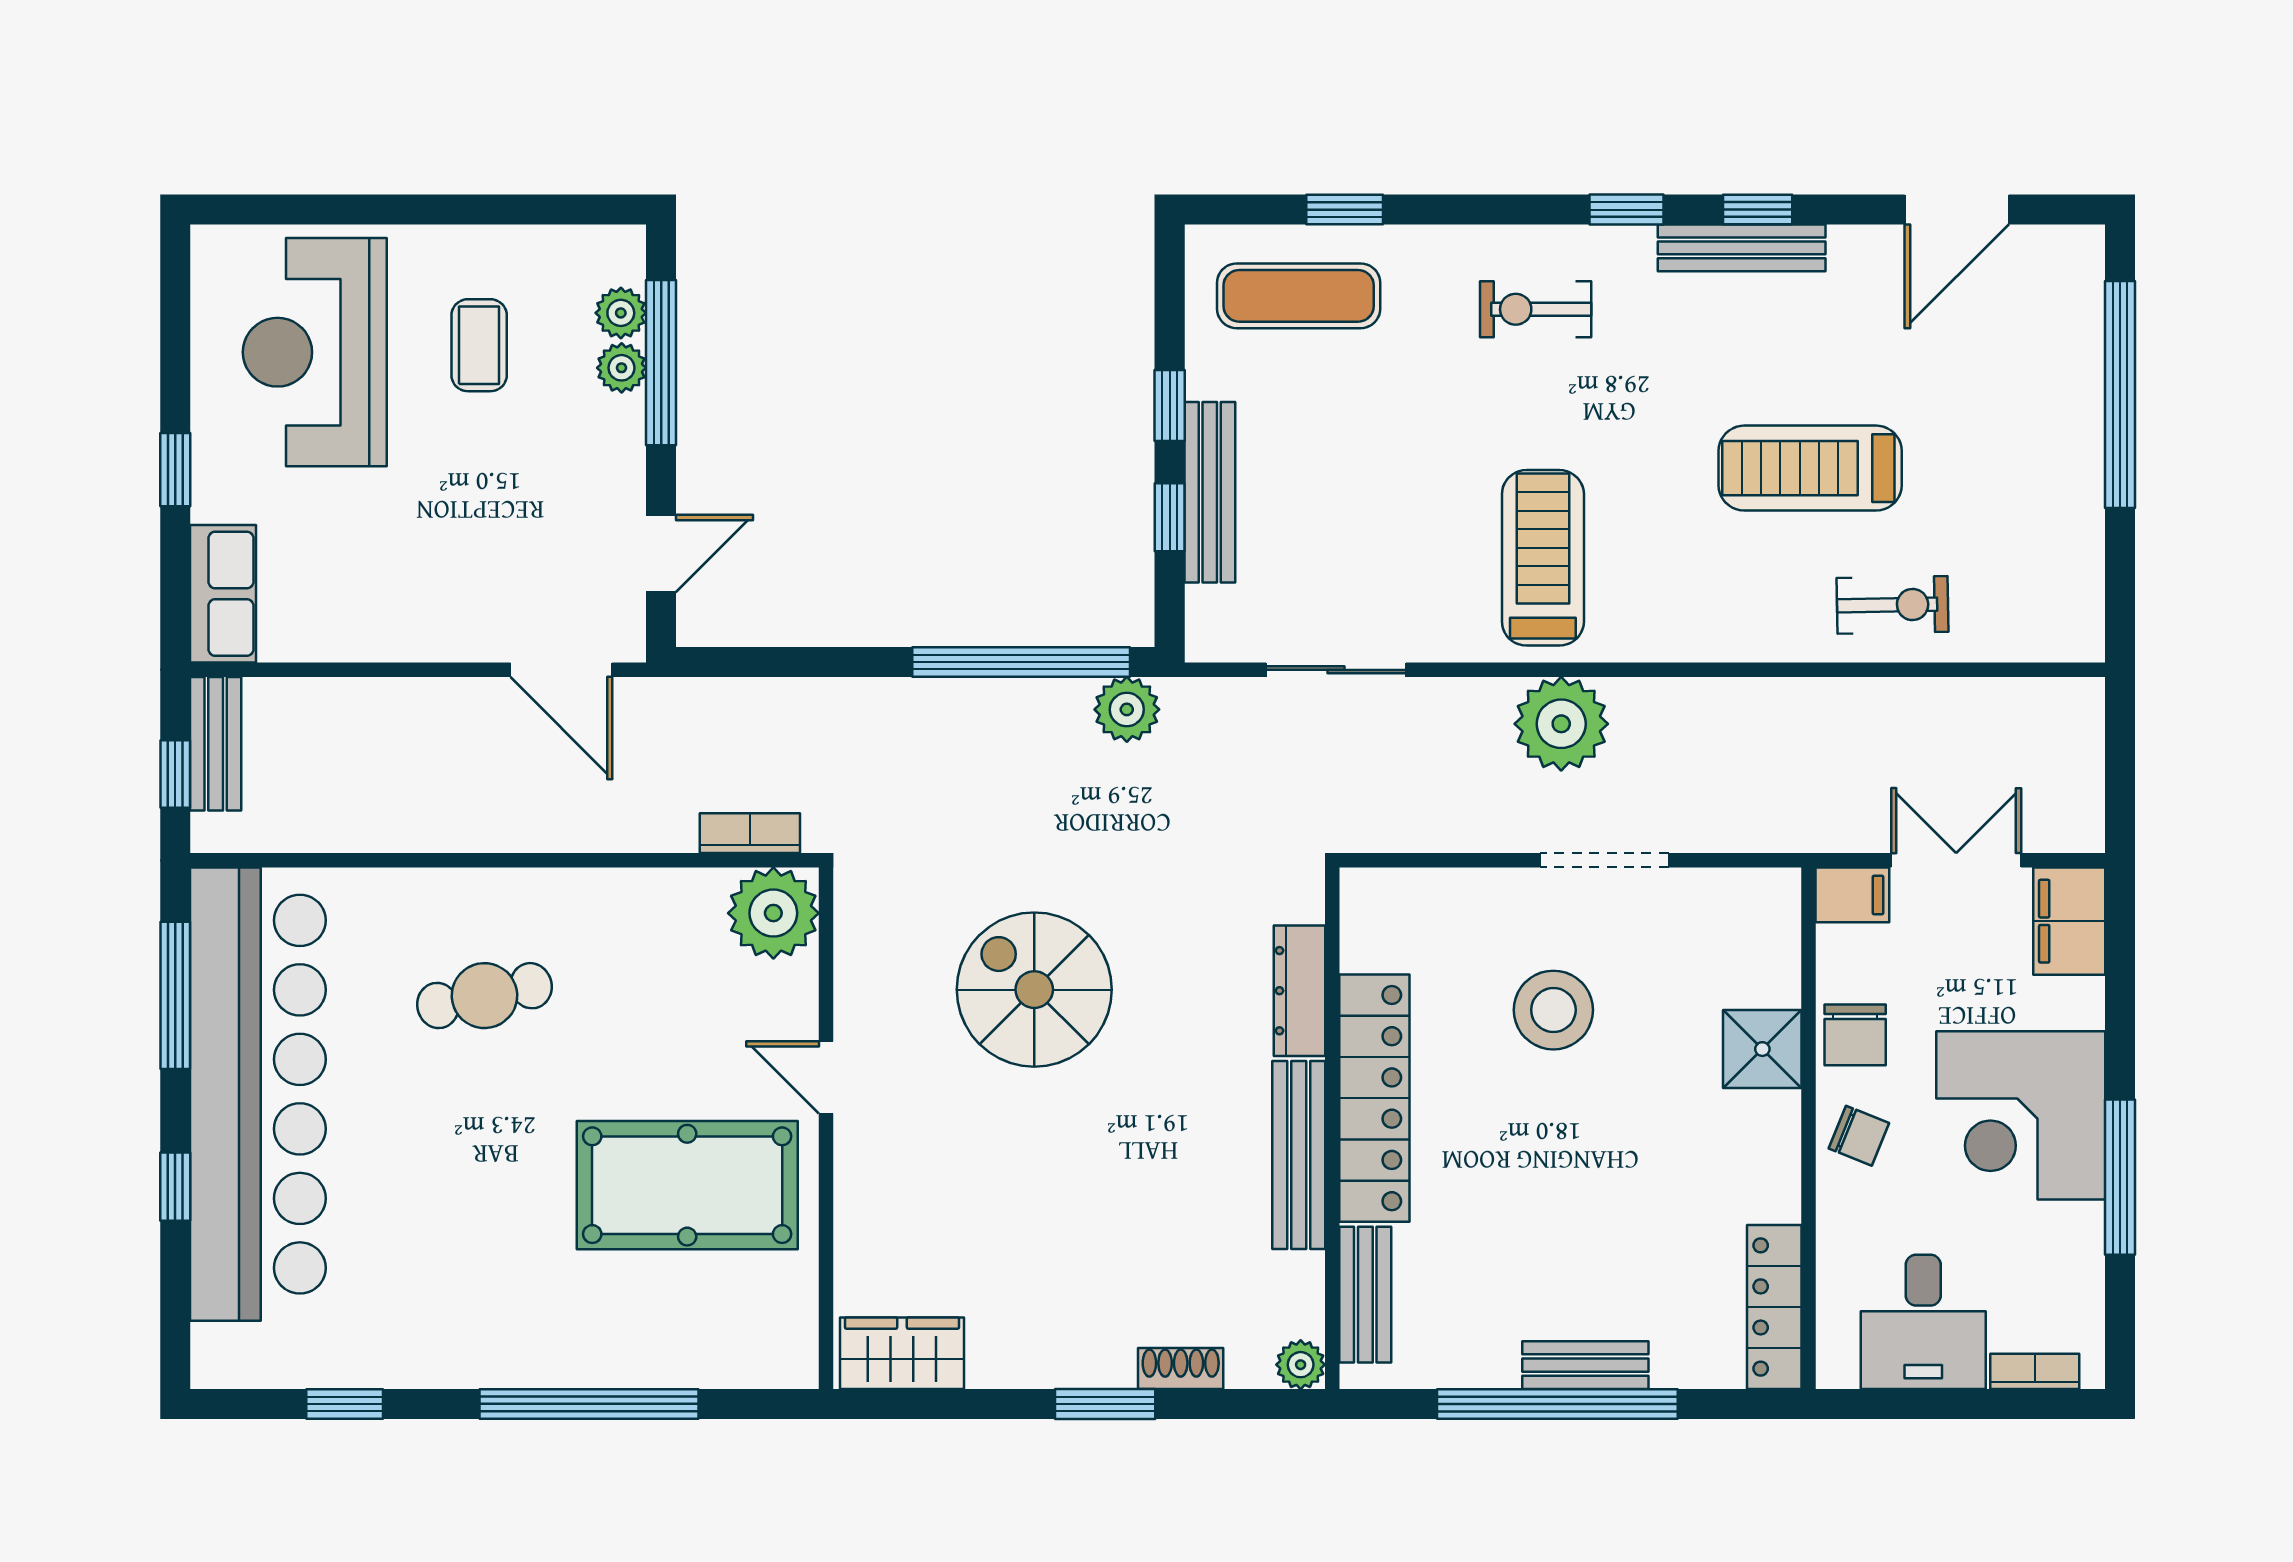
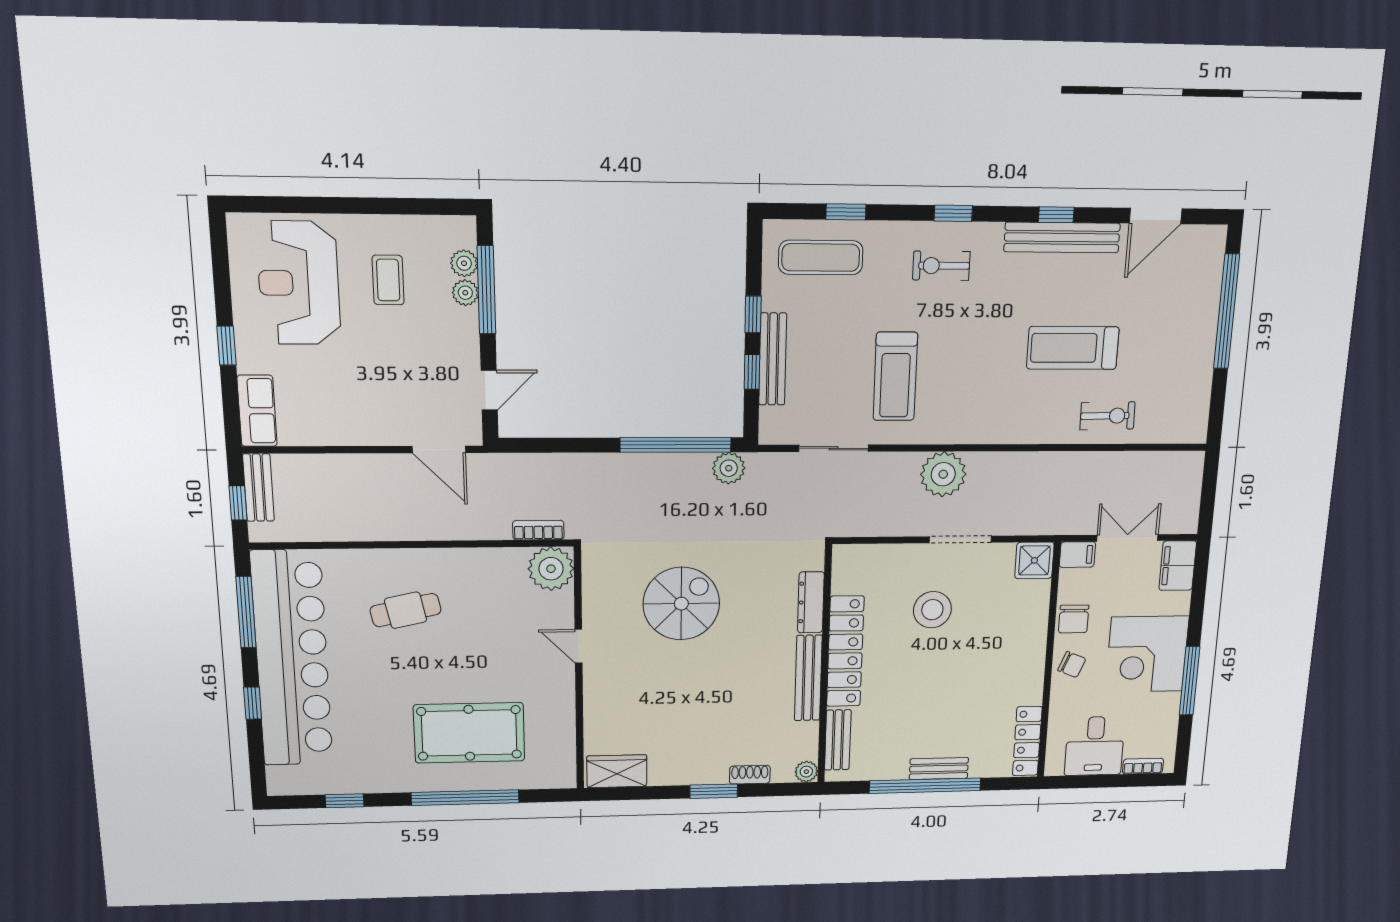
window: (1626, 210) -> (953, 213), moved
bench: (1742, 248) -> (1062, 237), width x1.37, depth x1.21
treadmill: (1543, 558) -> (895, 376), moved, turned 180
spiral stairs: (1034, 990) -> (681, 604), turned 90
shower: (1762, 1049) -> (1034, 560), moved
pool table: (687, 1185) -> (469, 733), moved

